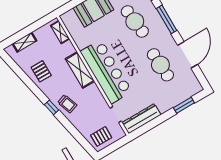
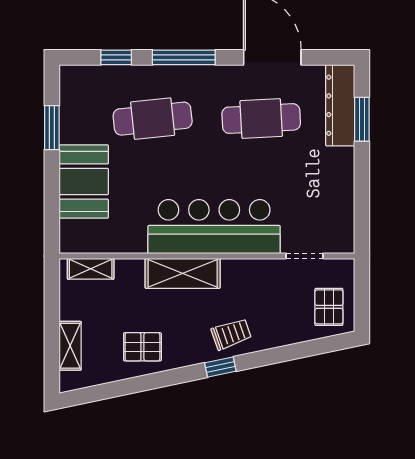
dresser: (141, 119) -> (340, 105), moved

